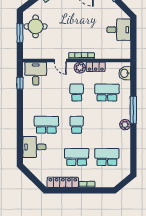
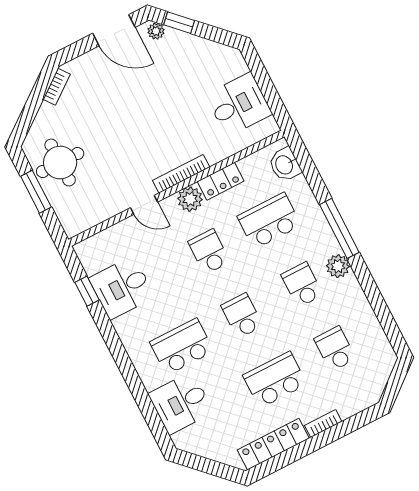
desk: (119, 30) -> (239, 105), moved
desk: (36, 74) -> (122, 288), moved, turned -90
school desk: (107, 125) -> (302, 285), added
school desk: (107, 157) -> (335, 349), width x0.54

